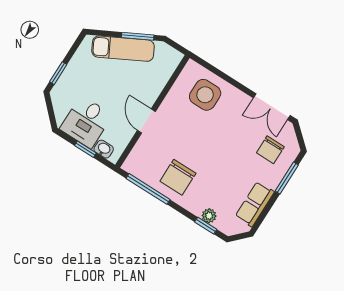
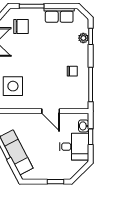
door: (146, 121) -> (51, 111), hinge flipped
chair: (178, 177) -> (72, 71), width x0.54, depth x0.54

